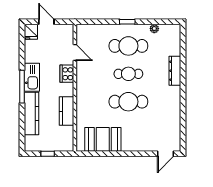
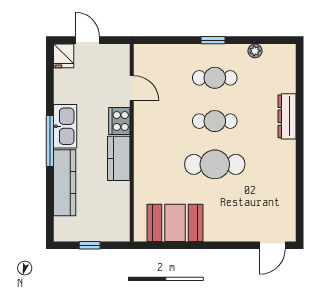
cafe table: (128, 46) -> (215, 78), width x0.73, depth x0.74
kitchen counter: (67, 111) -> (119, 158), moved

